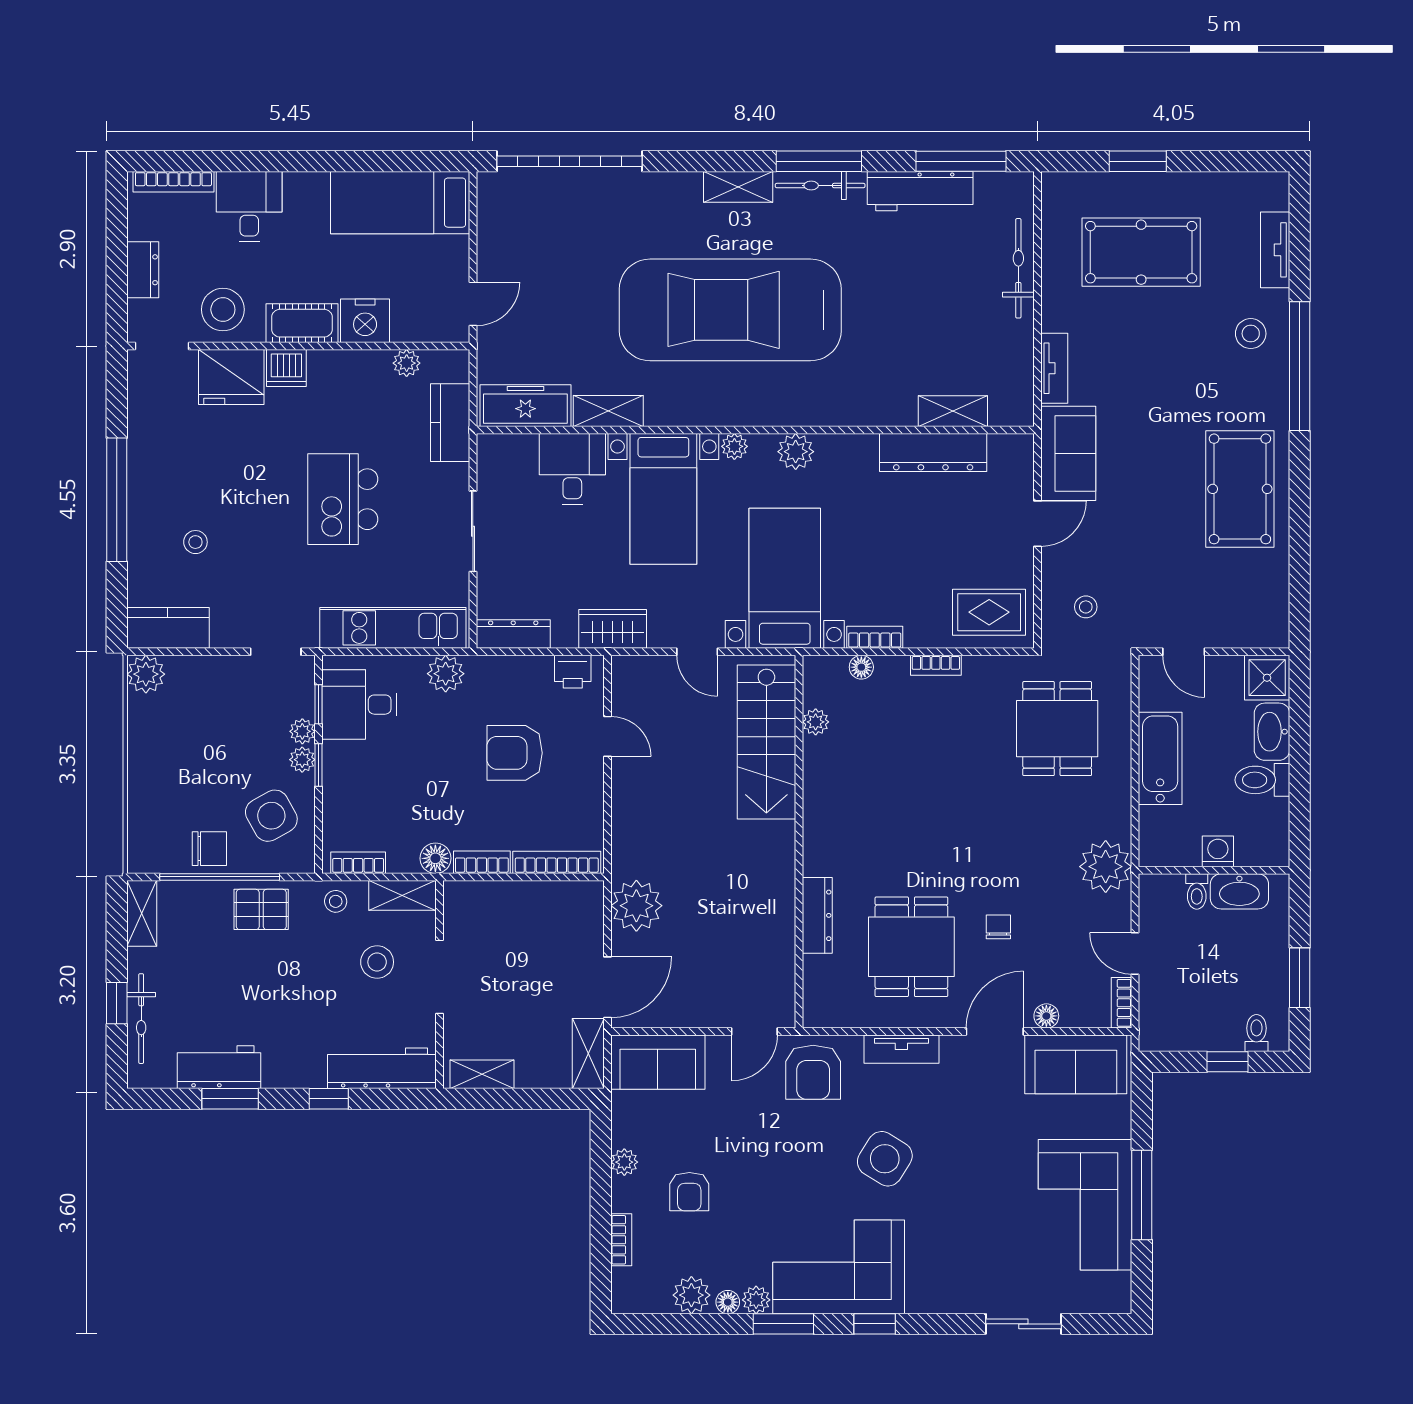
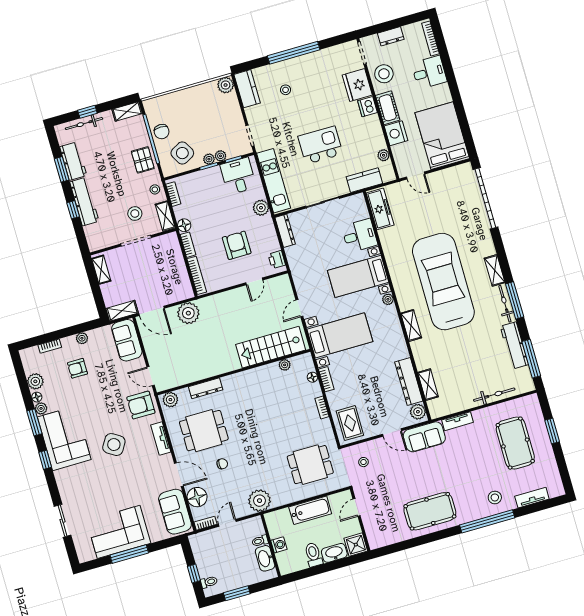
bed: (400, 203) -> (442, 136), width x1.50
shelving: (608, 411) -> (411, 325), moved
plant: (796, 452) -> (418, 412), moved
wardrobe: (613, 629) -> (299, 271), removed
plant: (820, 1002) -> (170, 400), added
floor lamp: (1046, 1016) -> (197, 497), width x1.89, depth x1.89
workbench: (382, 1068) -> (84, 202), moved

